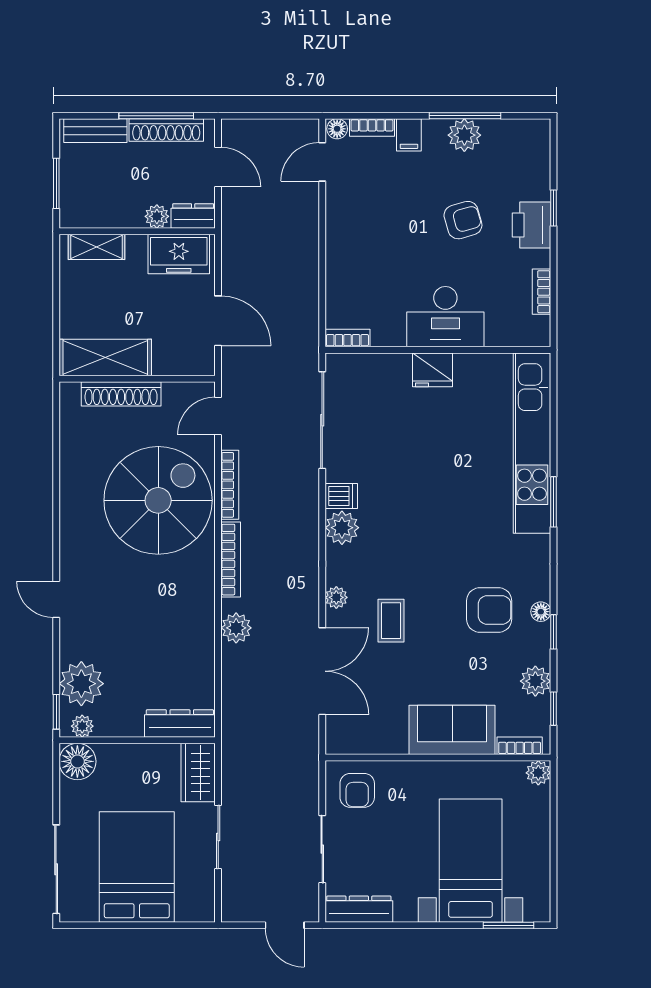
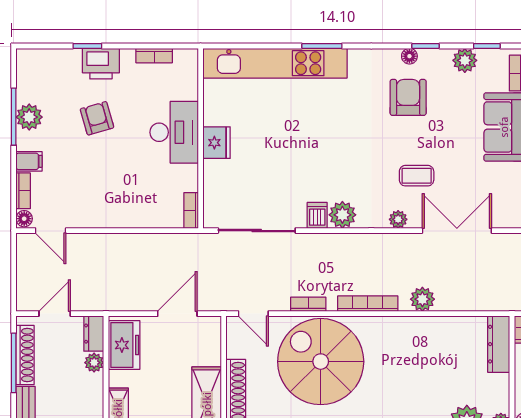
bookcase: (230, 485) -> (308, 304), width x0.64

